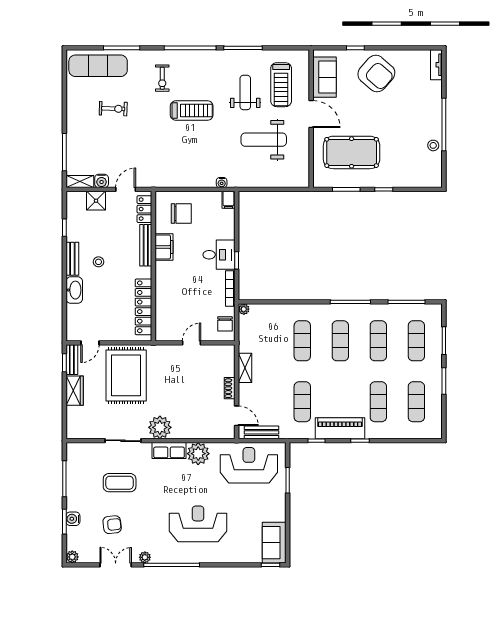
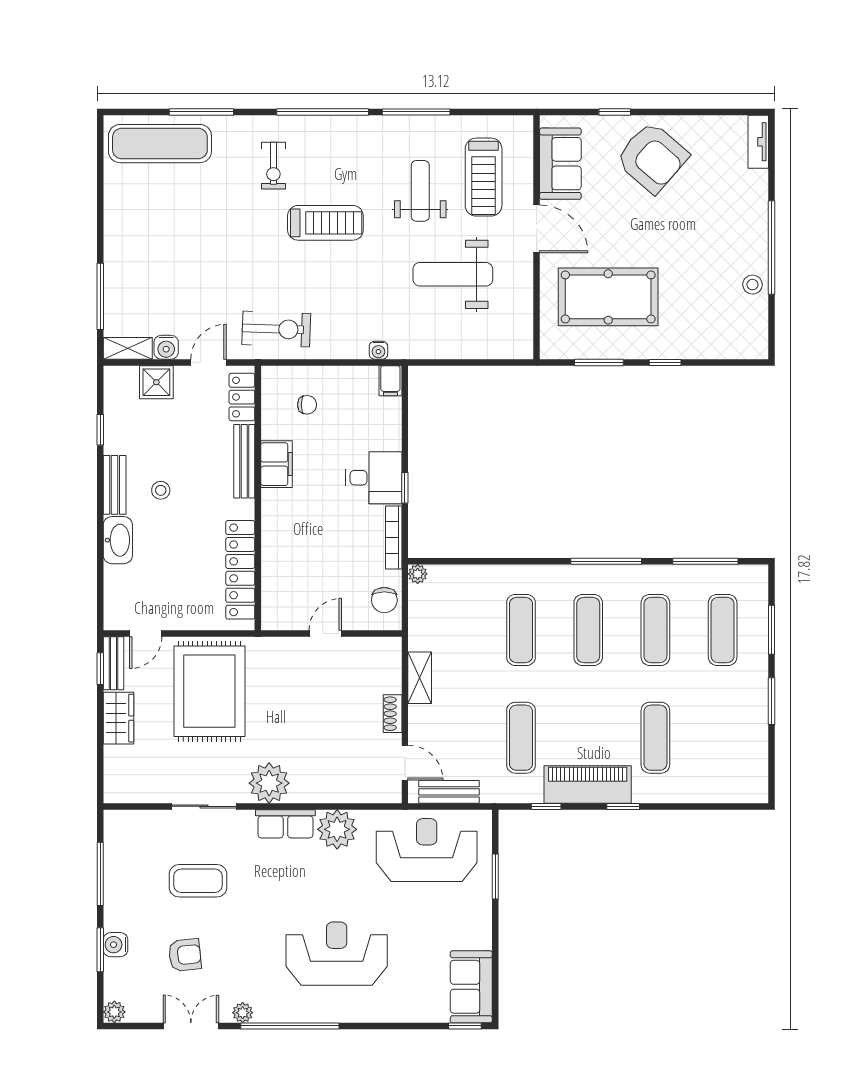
exercise bike: (113, 109) -> (276, 329), moved, width x1.38, depth x1.39
chair: (181, 213) -> (307, 405), width x0.54, depth x0.54
exercise mat: (416, 402) -> (723, 738), removed

